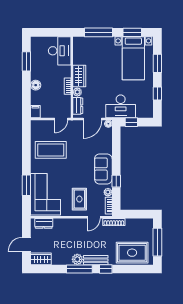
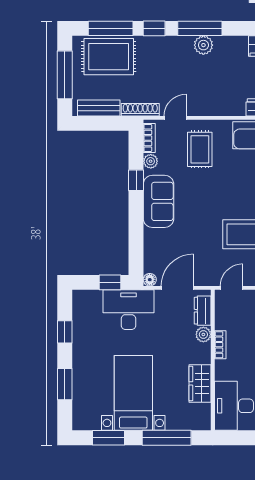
bed with nightstands: (133, 58) -> (133, 393), moved
wardrobe: (79, 76) -> (200, 383), moved
bench: (96, 260) -> (99, 108), moved
window: (131, 269) -> (111, 28), added

